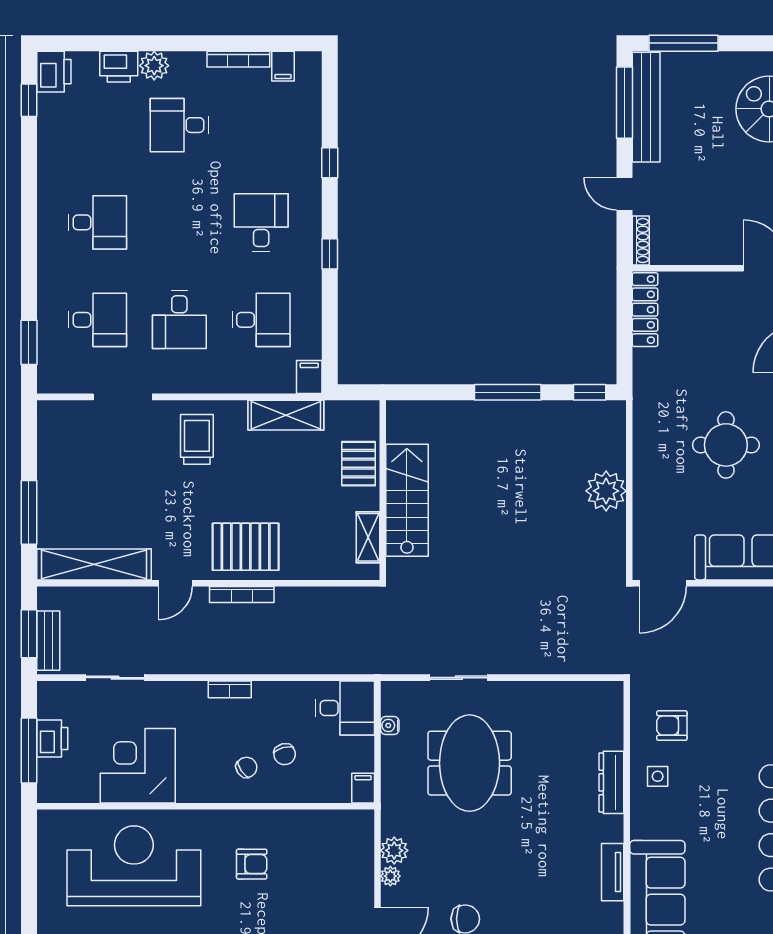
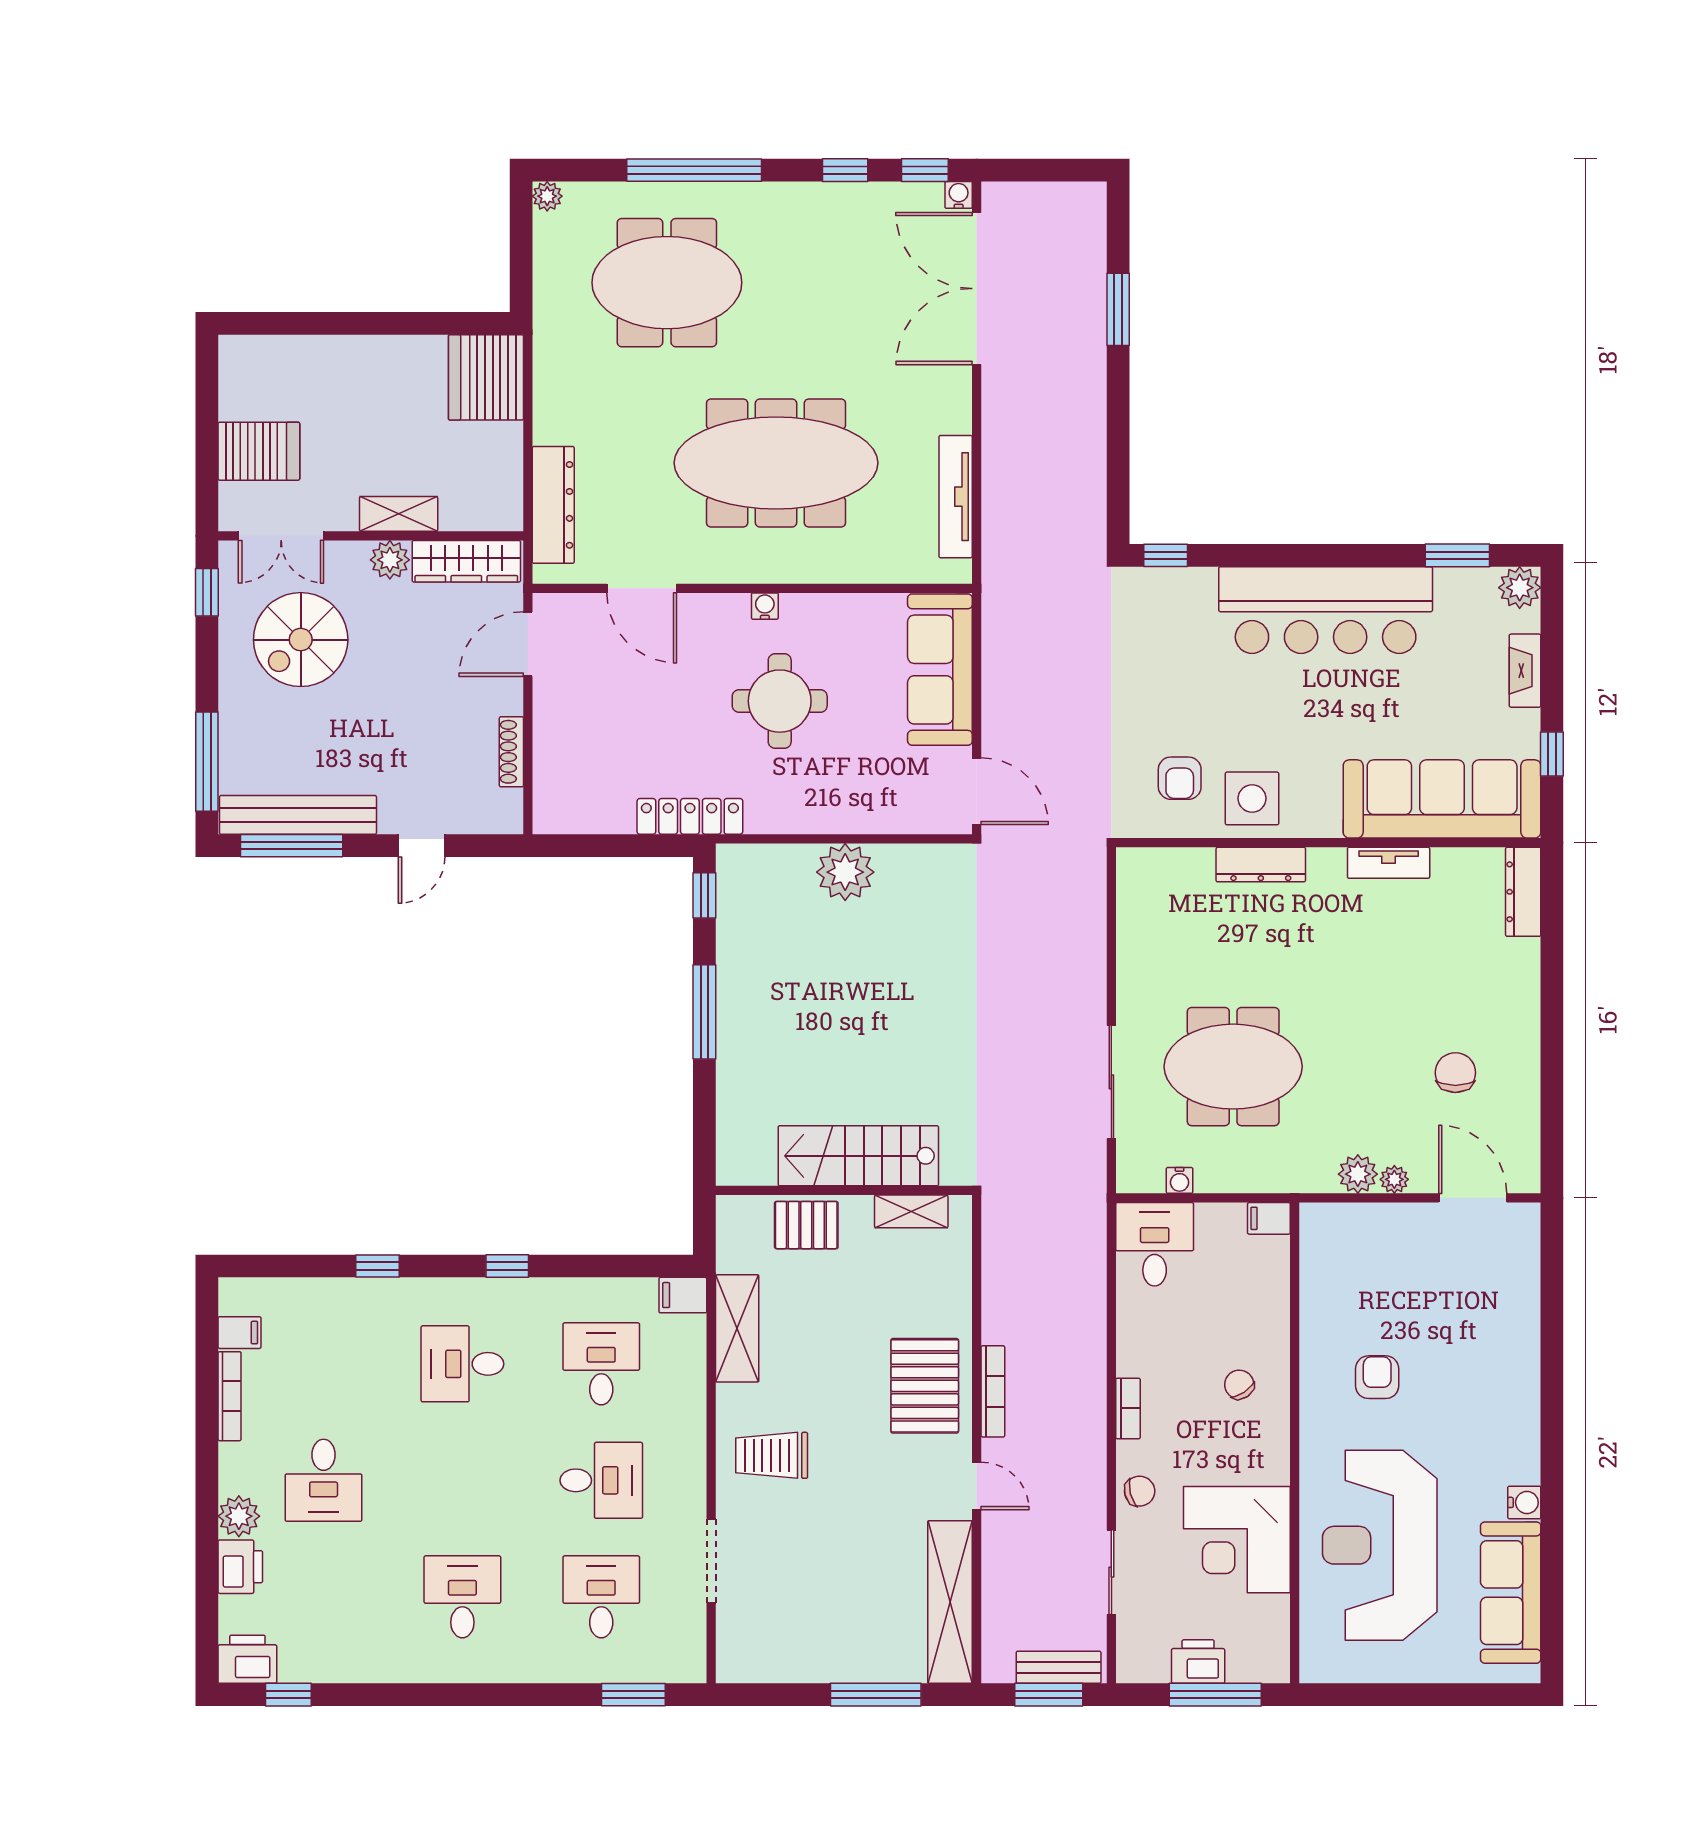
shoe rack: (641, 241) -> (511, 752), moved, turned -90
locker: (645, 310) -> (690, 816), moved
sliding door: (459, 678) -> (1111, 1082), width x1.37
chair: (285, 754) -> (1140, 1491), moved
side table: (658, 776) -> (1252, 798), width x1.87, depth x1.87

